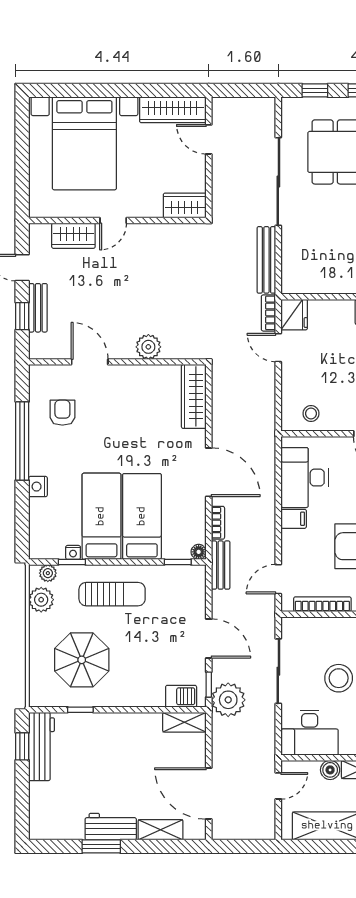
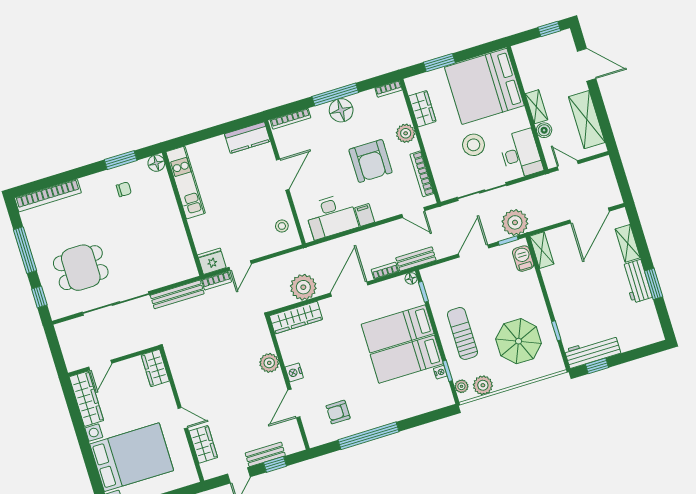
plant: (228, 417) -> (303, 287), added
nightstand: (38, 487) -> (294, 372), moved, turned 90

